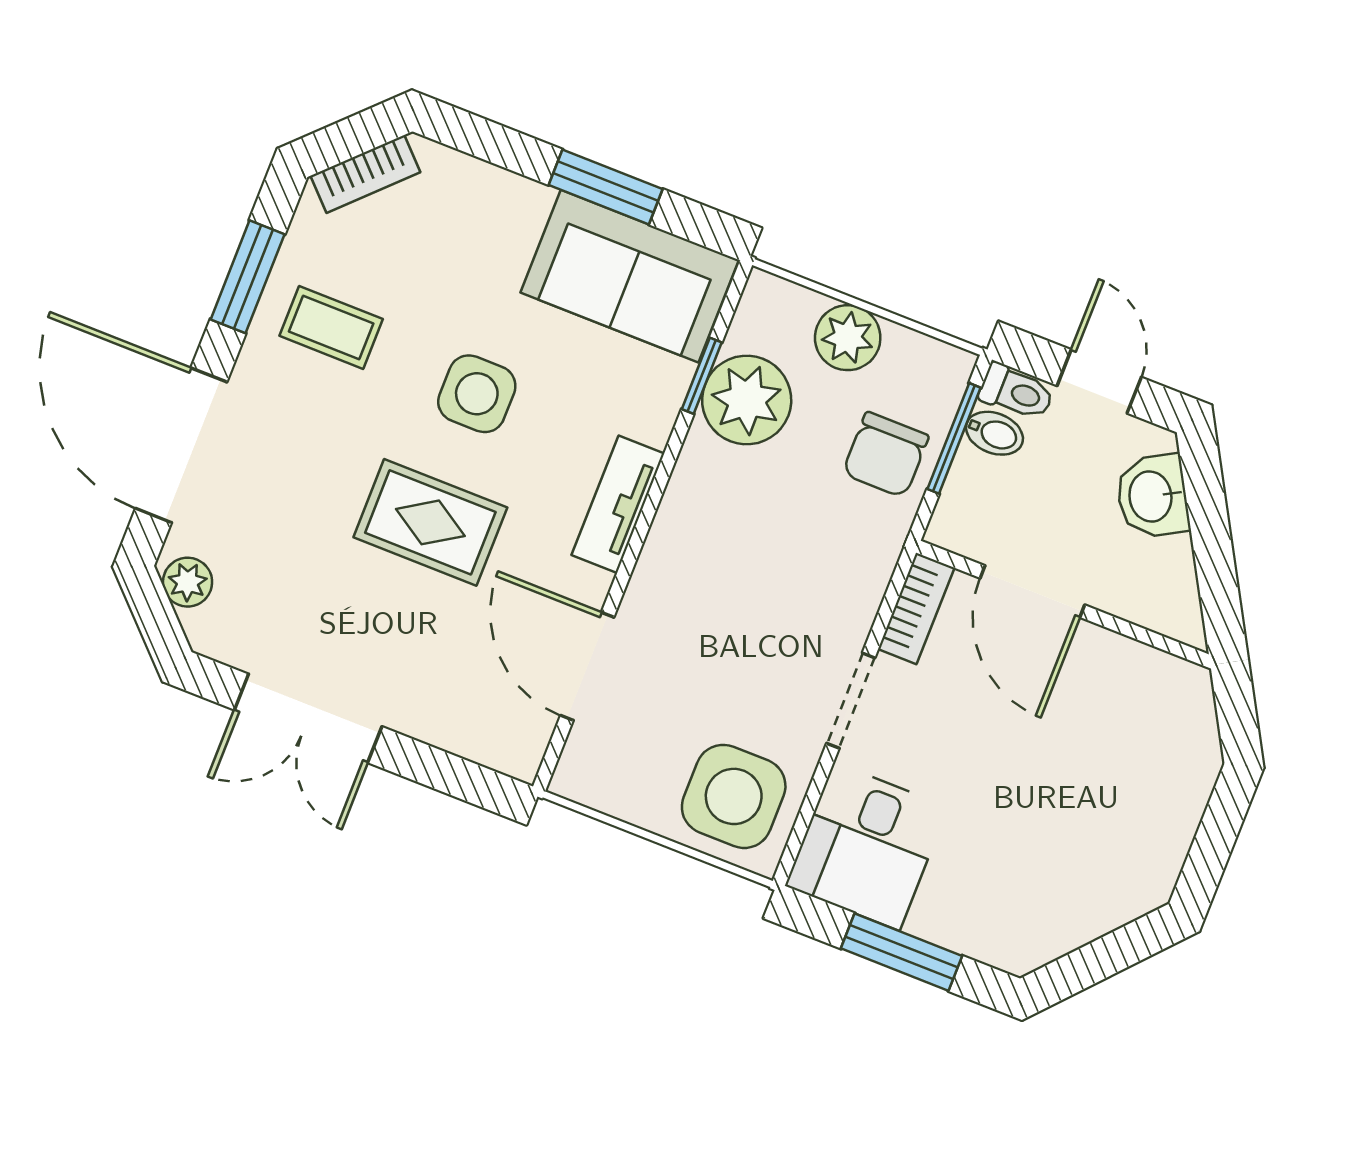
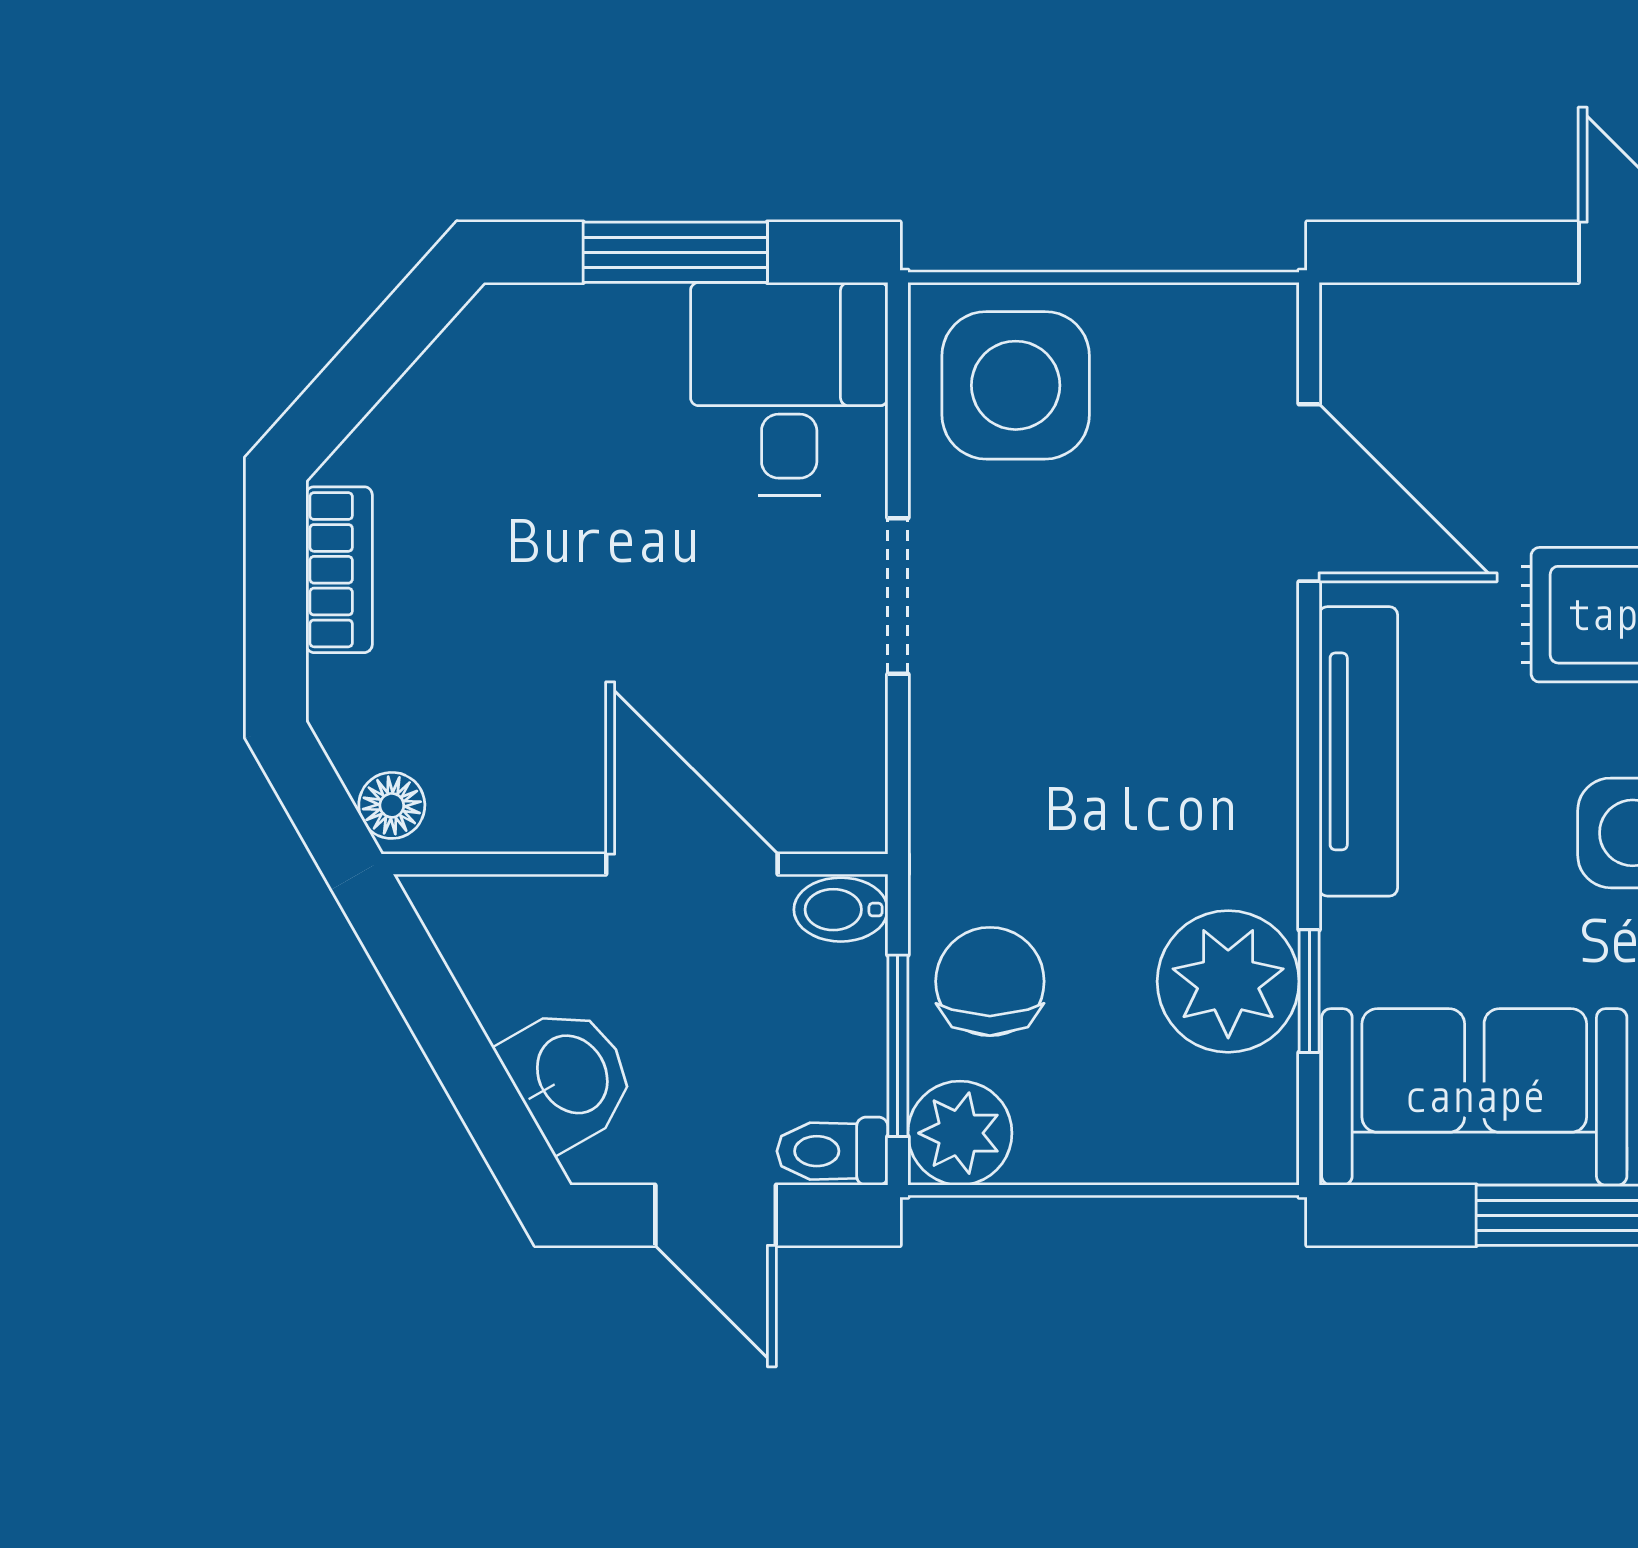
plant: (848, 338) -> (960, 1133), moved
bidet: (994, 433) -> (841, 910), moved
tv unit: (618, 504) -> (1358, 751), width x1.41
bookcase: (916, 608) -> (339, 570), moved, turned 180
floor lamp: (1194, 695) -> (392, 805), added

